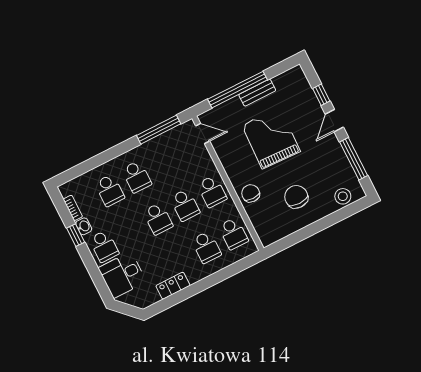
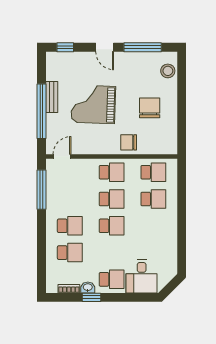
window: (321, 95) -> (65, 47), moved
chair: (296, 197) -> (150, 108), turned 90
locker: (173, 286) -> (170, 241), removed

